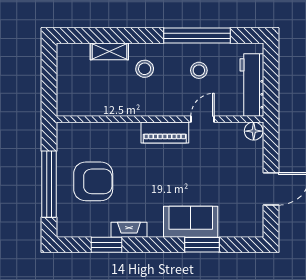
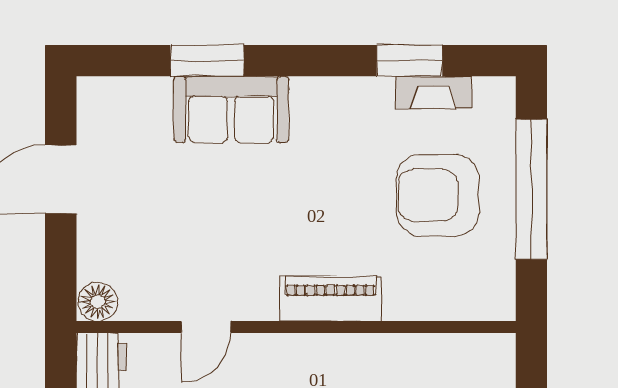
piano: (165, 132) -> (330, 299), moved
fireplace: (129, 230) -> (433, 92), moved

